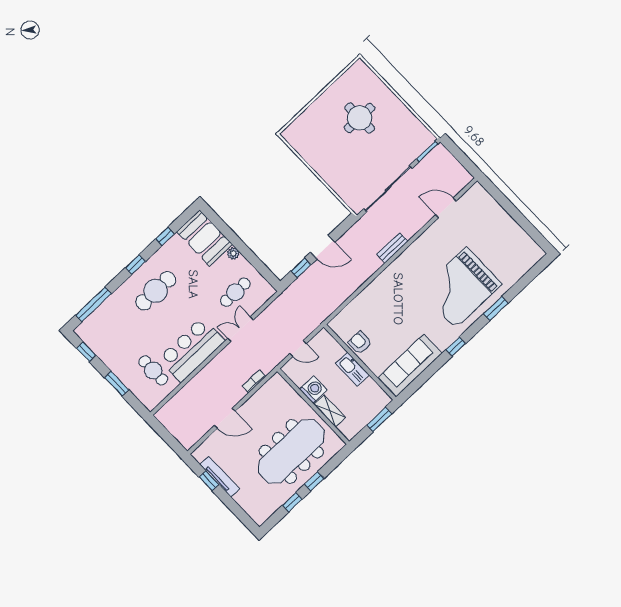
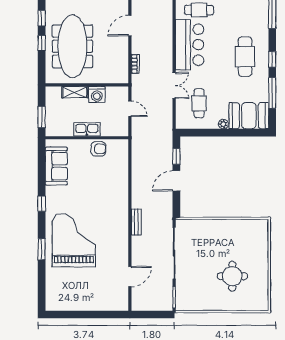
window: (165, 237) -> (272, 93), width x2.17
door: (298, 349) -> (130, 109), swing flipped
sofa: (410, 365) -> (56, 166), width x0.73

